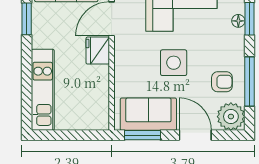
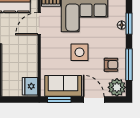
fridge: (98, 51) -> (30, 86), moved

